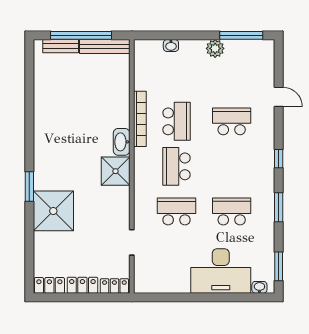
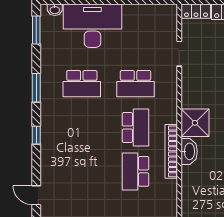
bookcase: (140, 119) -> (171, 151), moved
school desk: (232, 121) -> (82, 171), removed

